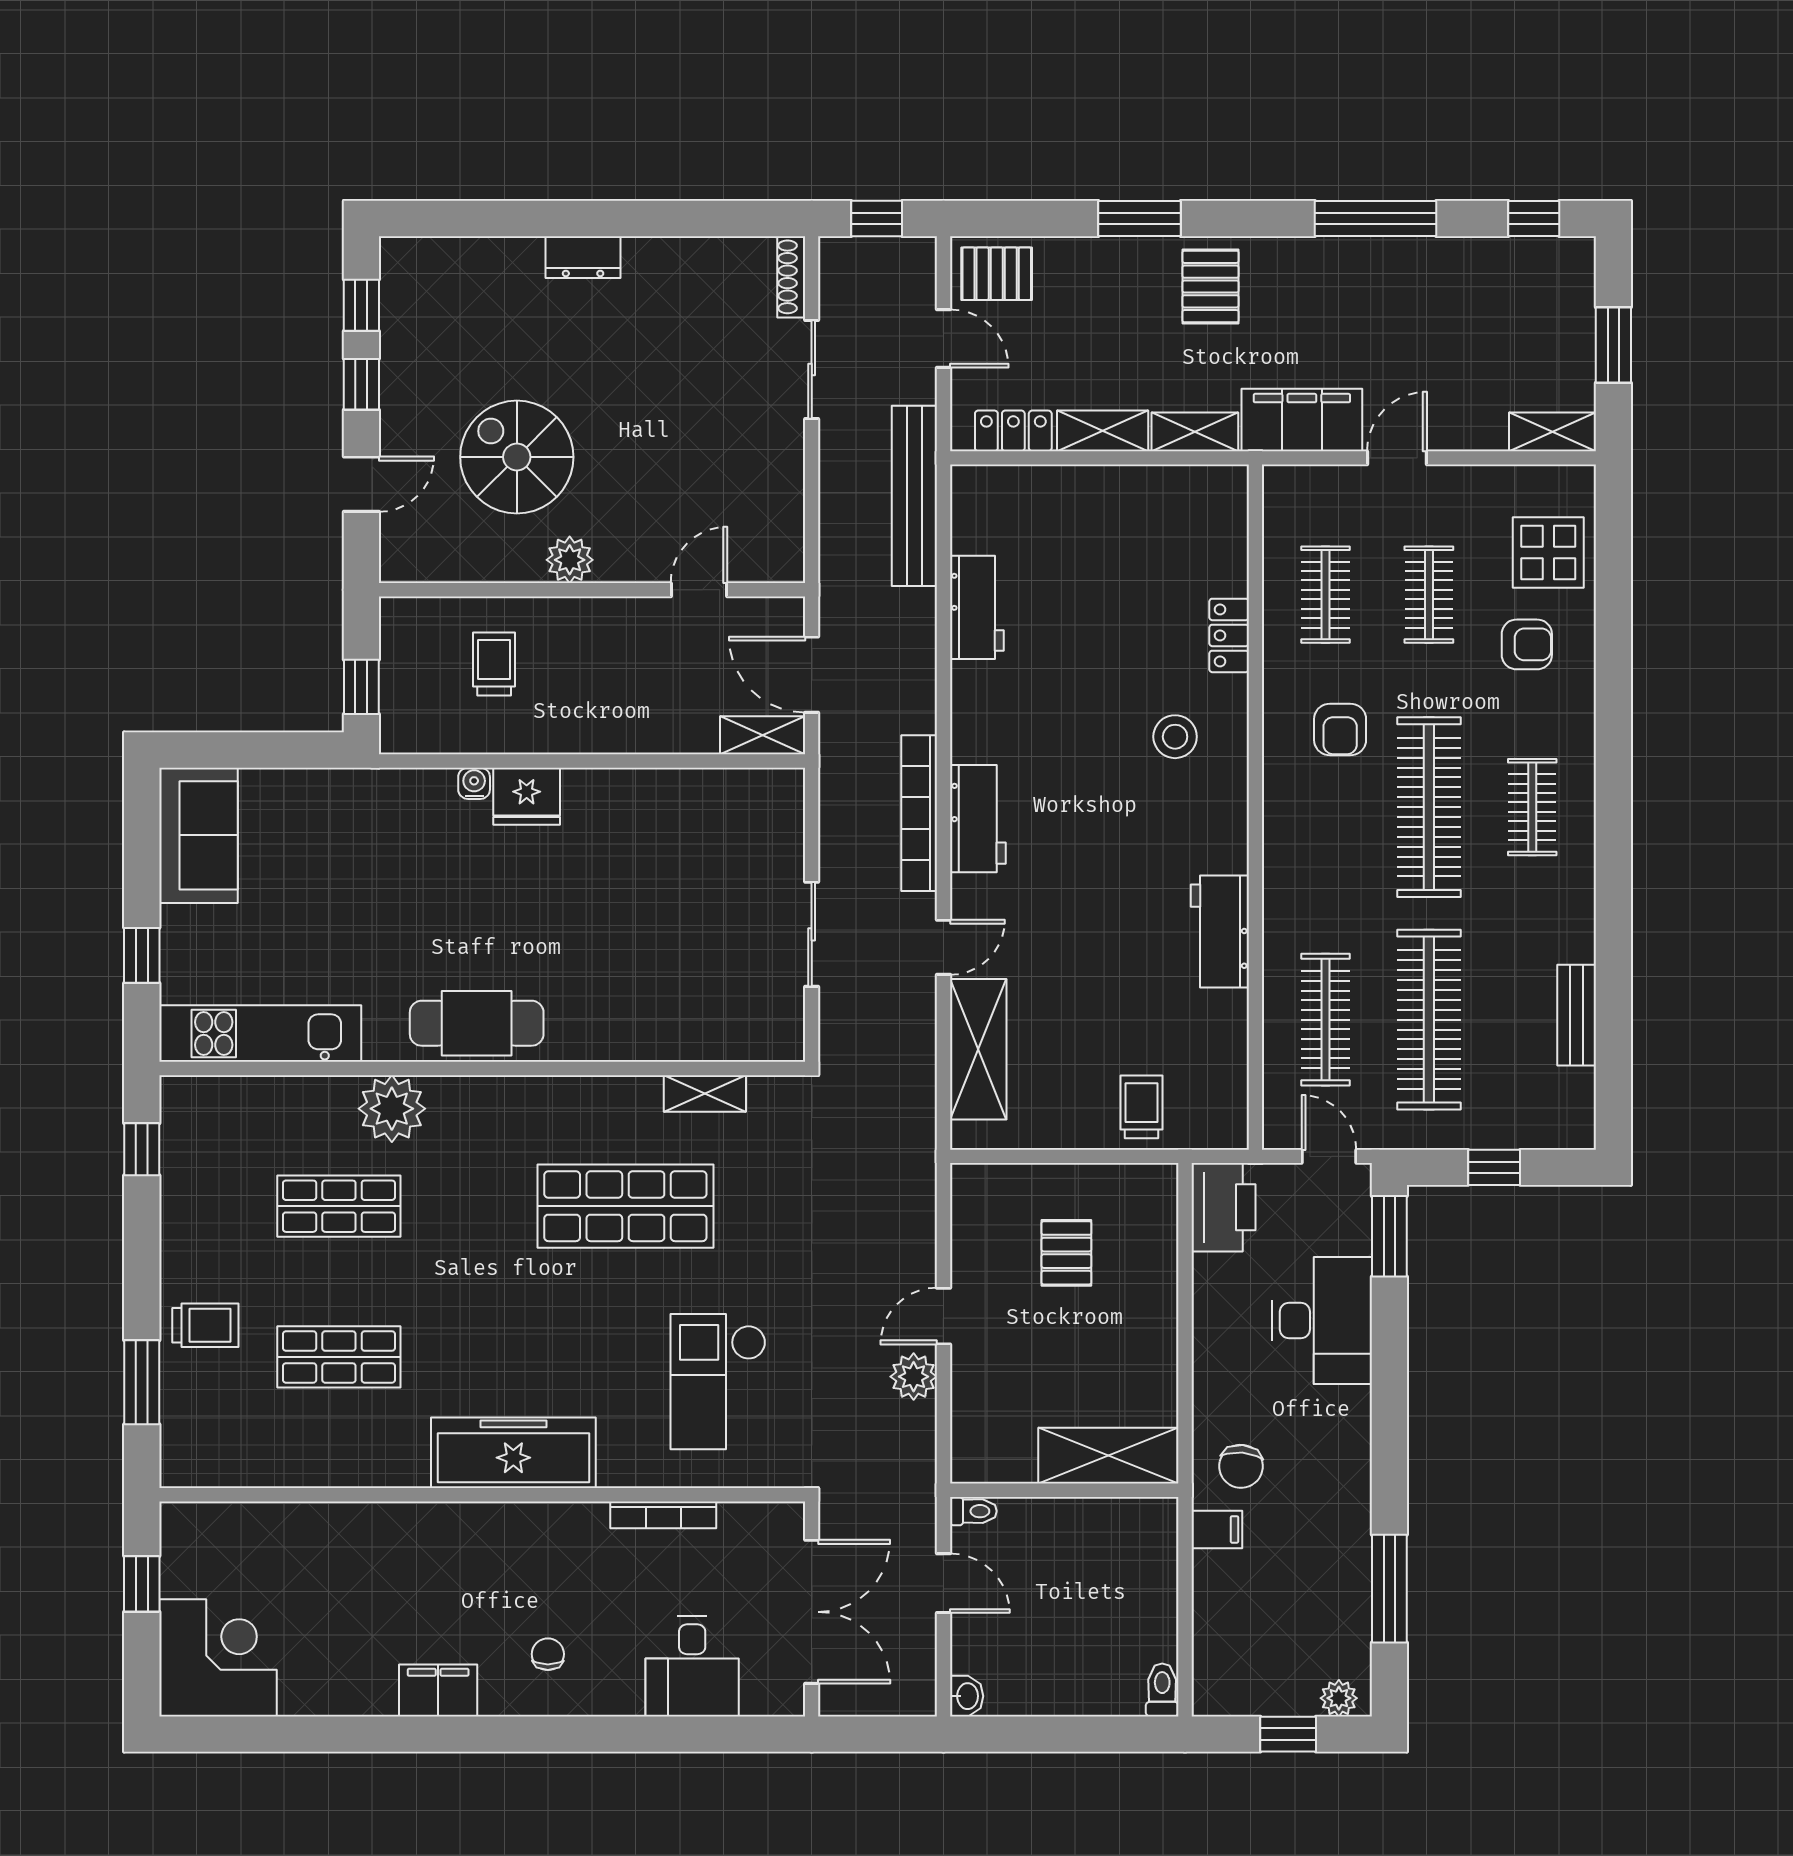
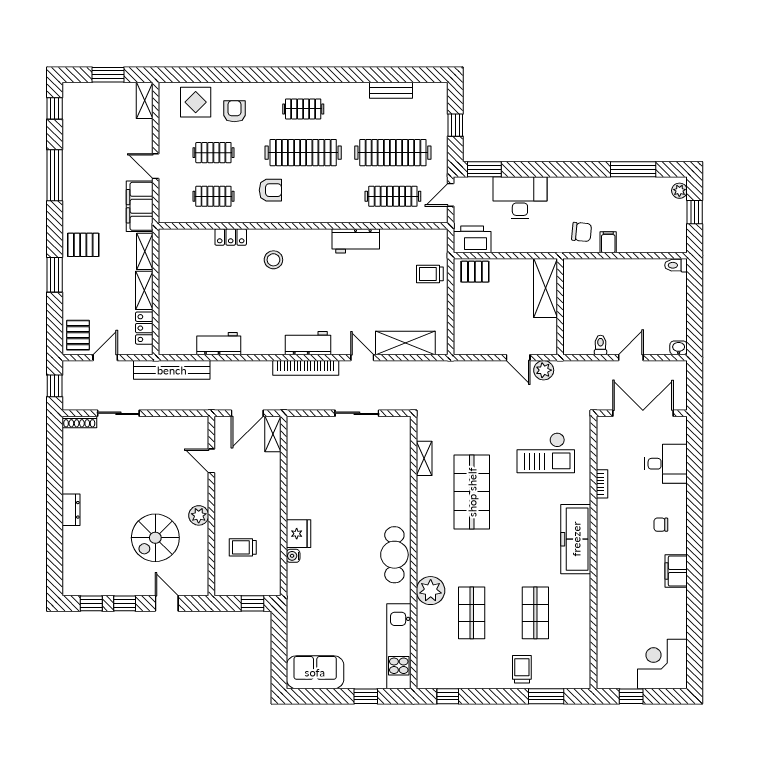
pallet: (1066, 1253) -> (475, 272), moved
shelving: (1108, 1456) -> (546, 288), moved
wall: (1064, 1490) -> (560, 307), moved
bookcase: (663, 1515) -> (602, 484), width x0.64

